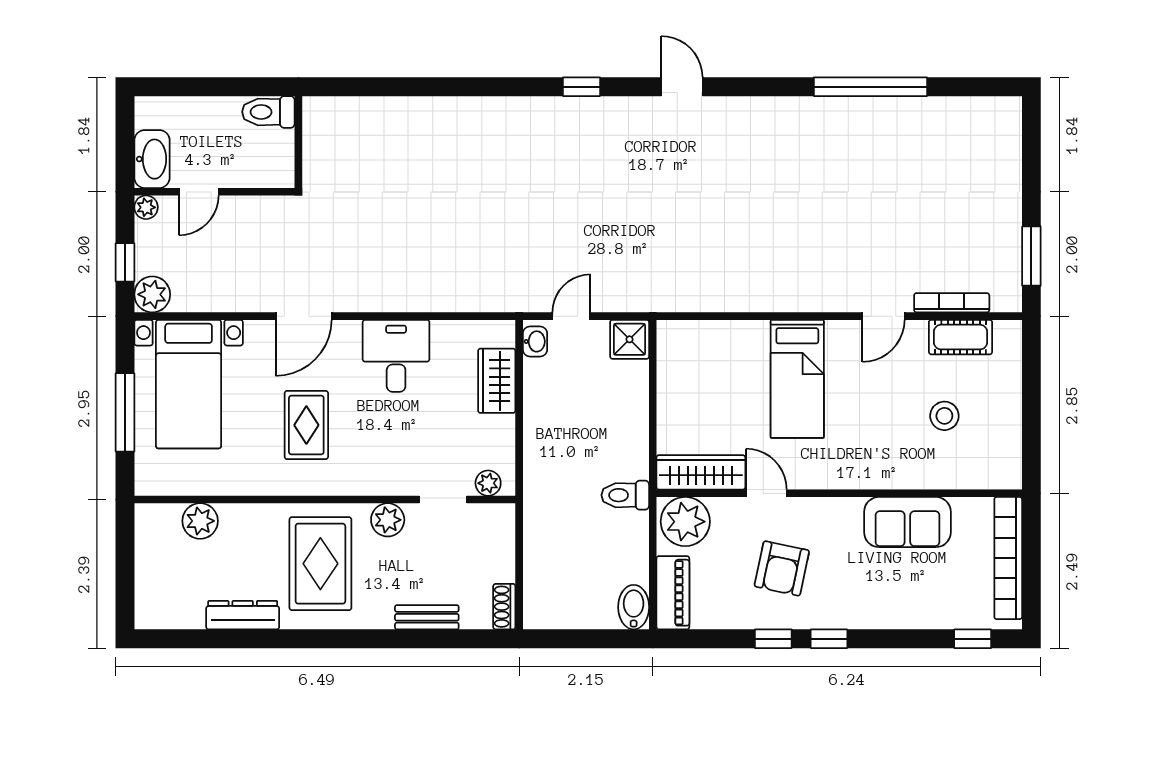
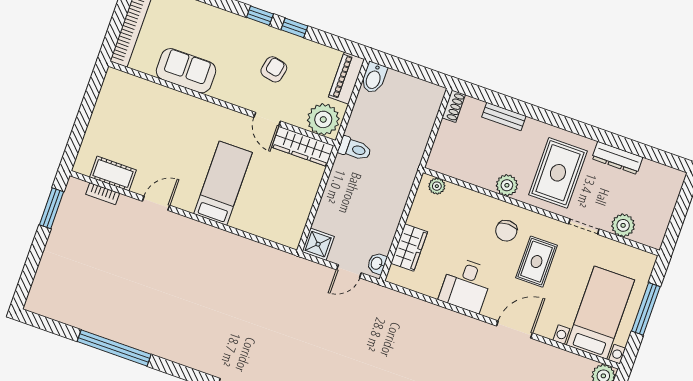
bookcase: (952, 303) -> (103, 194), width x0.64
stool: (944, 416) -> (140, 128), removed
chair: (365, 454) -> (506, 231), added
doorway: (443, 499) -> (584, 227), moved
armchair: (782, 568) -> (274, 69), width x0.72, depth x0.72

